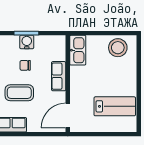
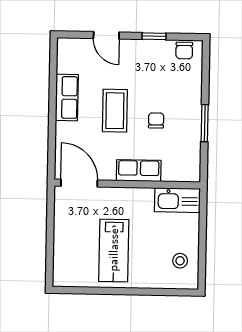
water cooler: (27, 42) -> (191, 123), removed
stool: (118, 48) -> (180, 261), width x0.53, depth x0.53
lab bench: (115, 106) -> (114, 250), moved

